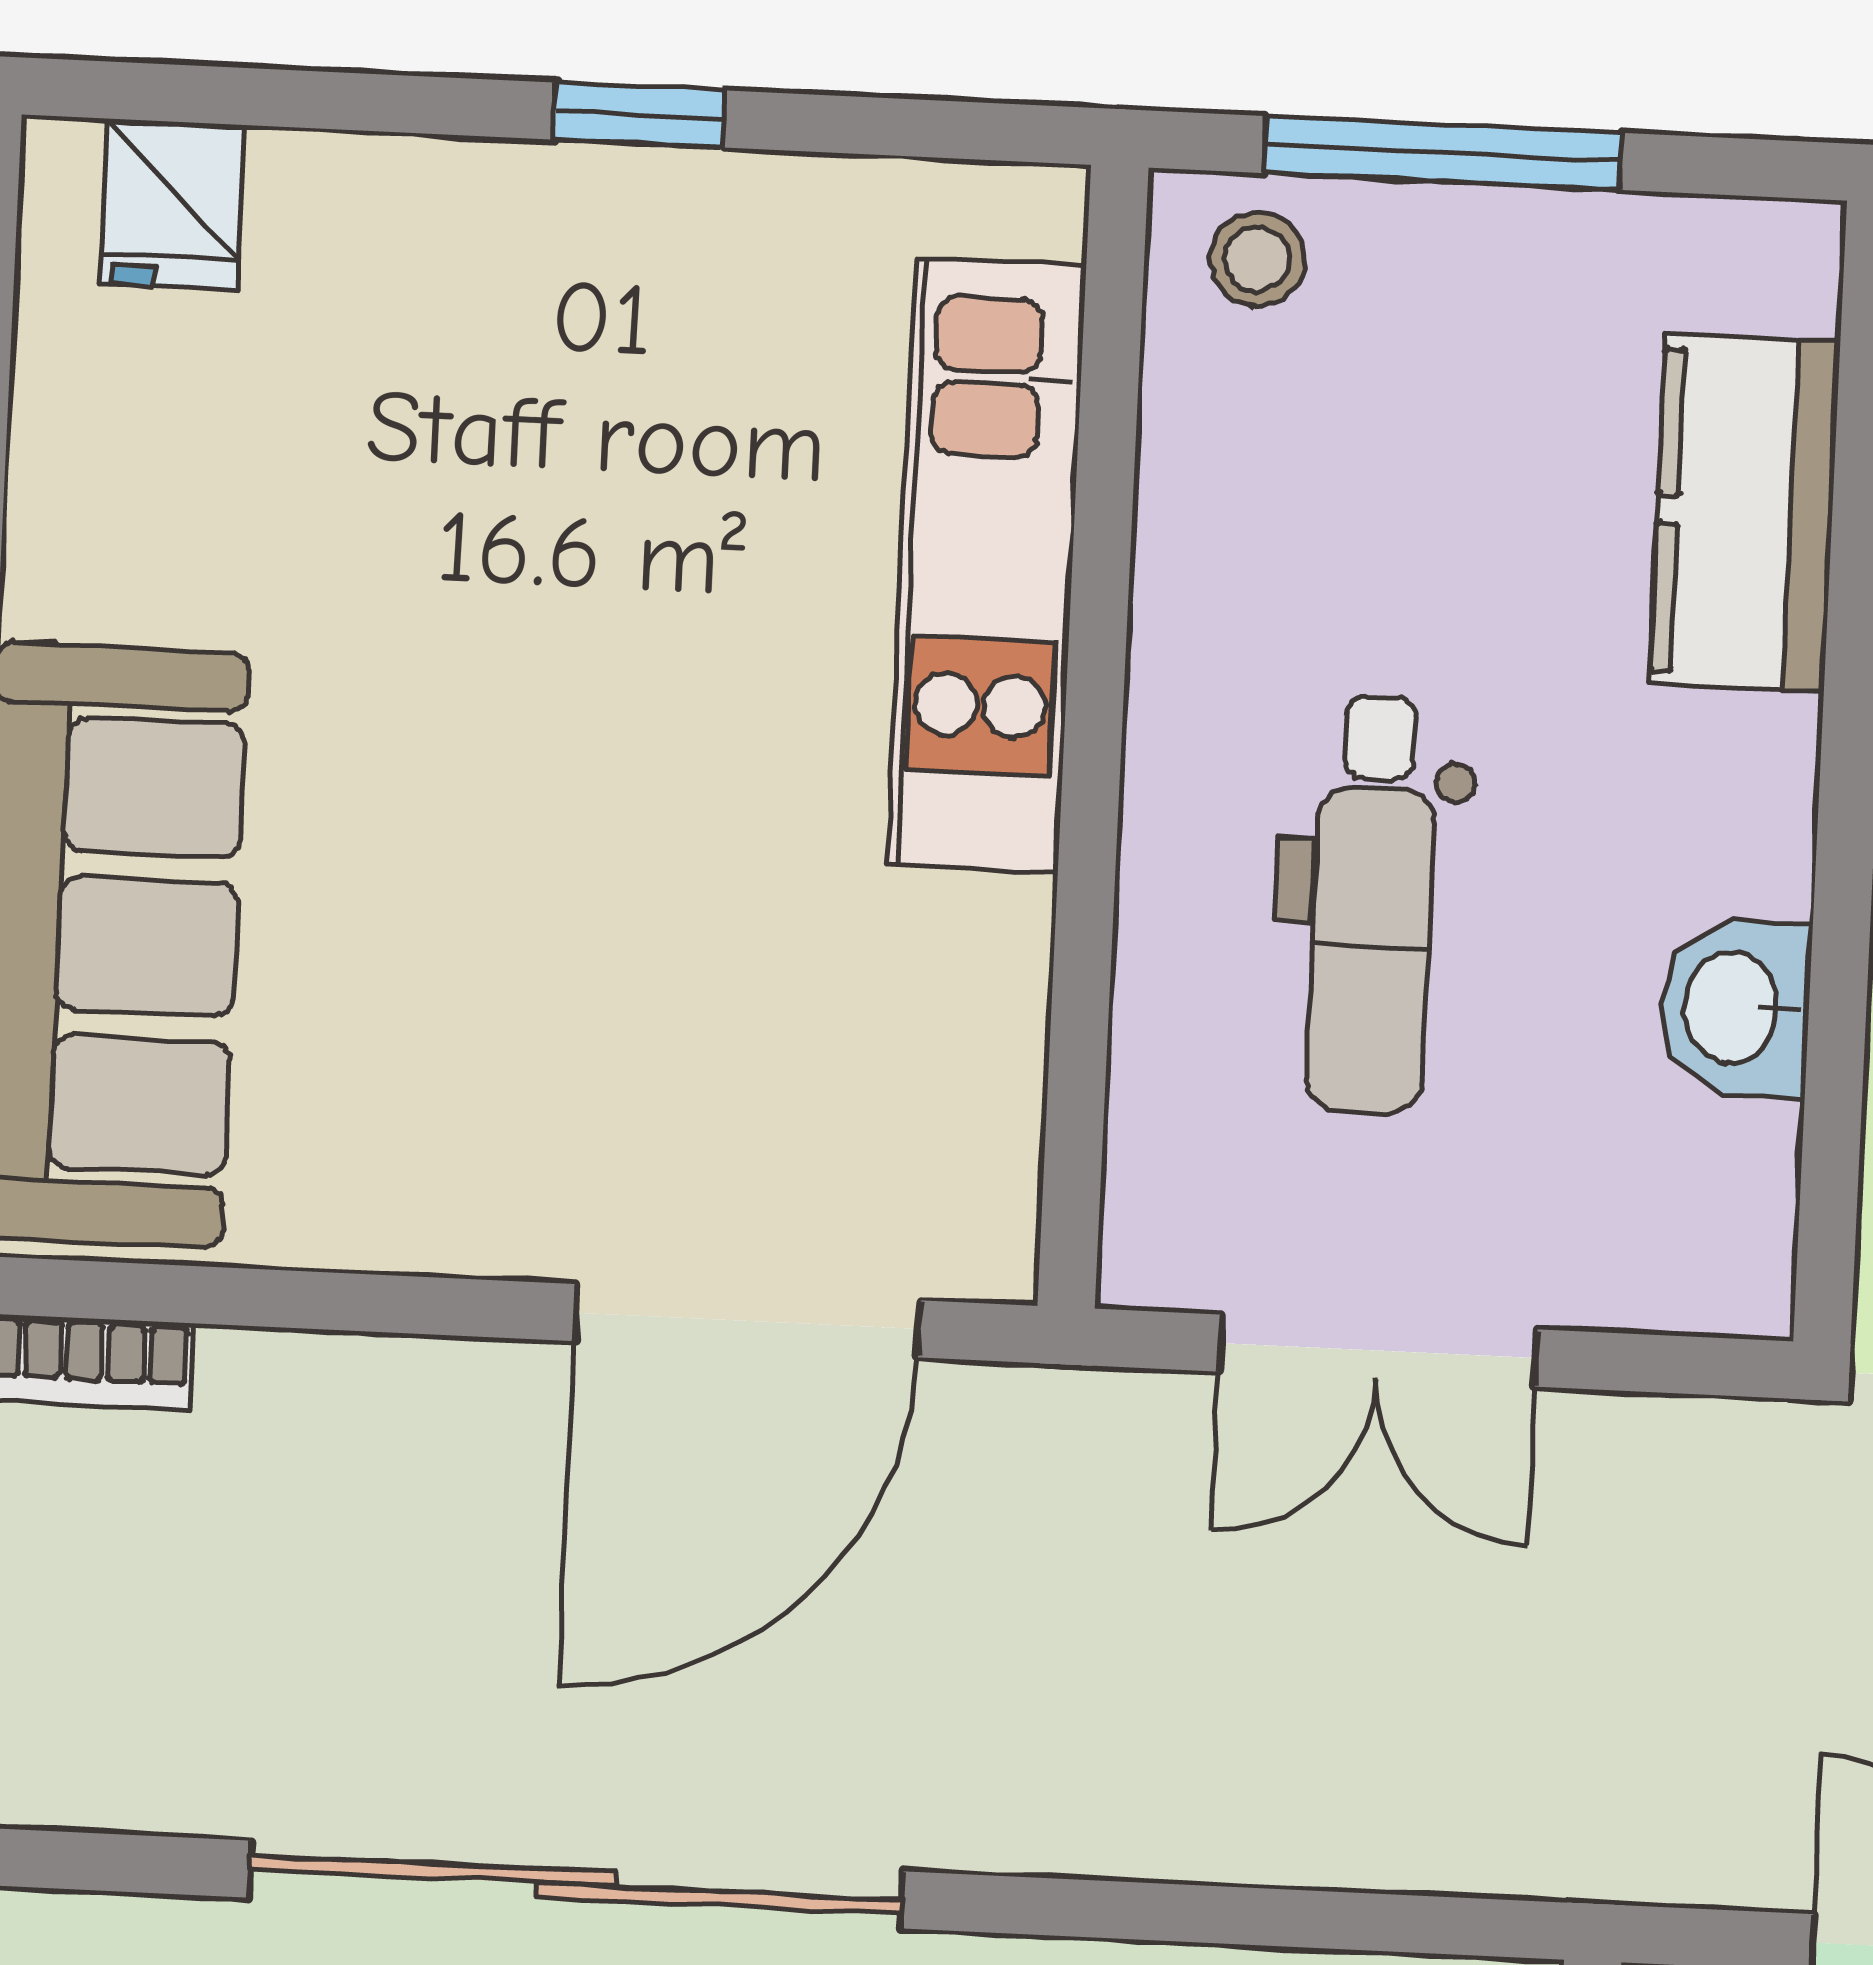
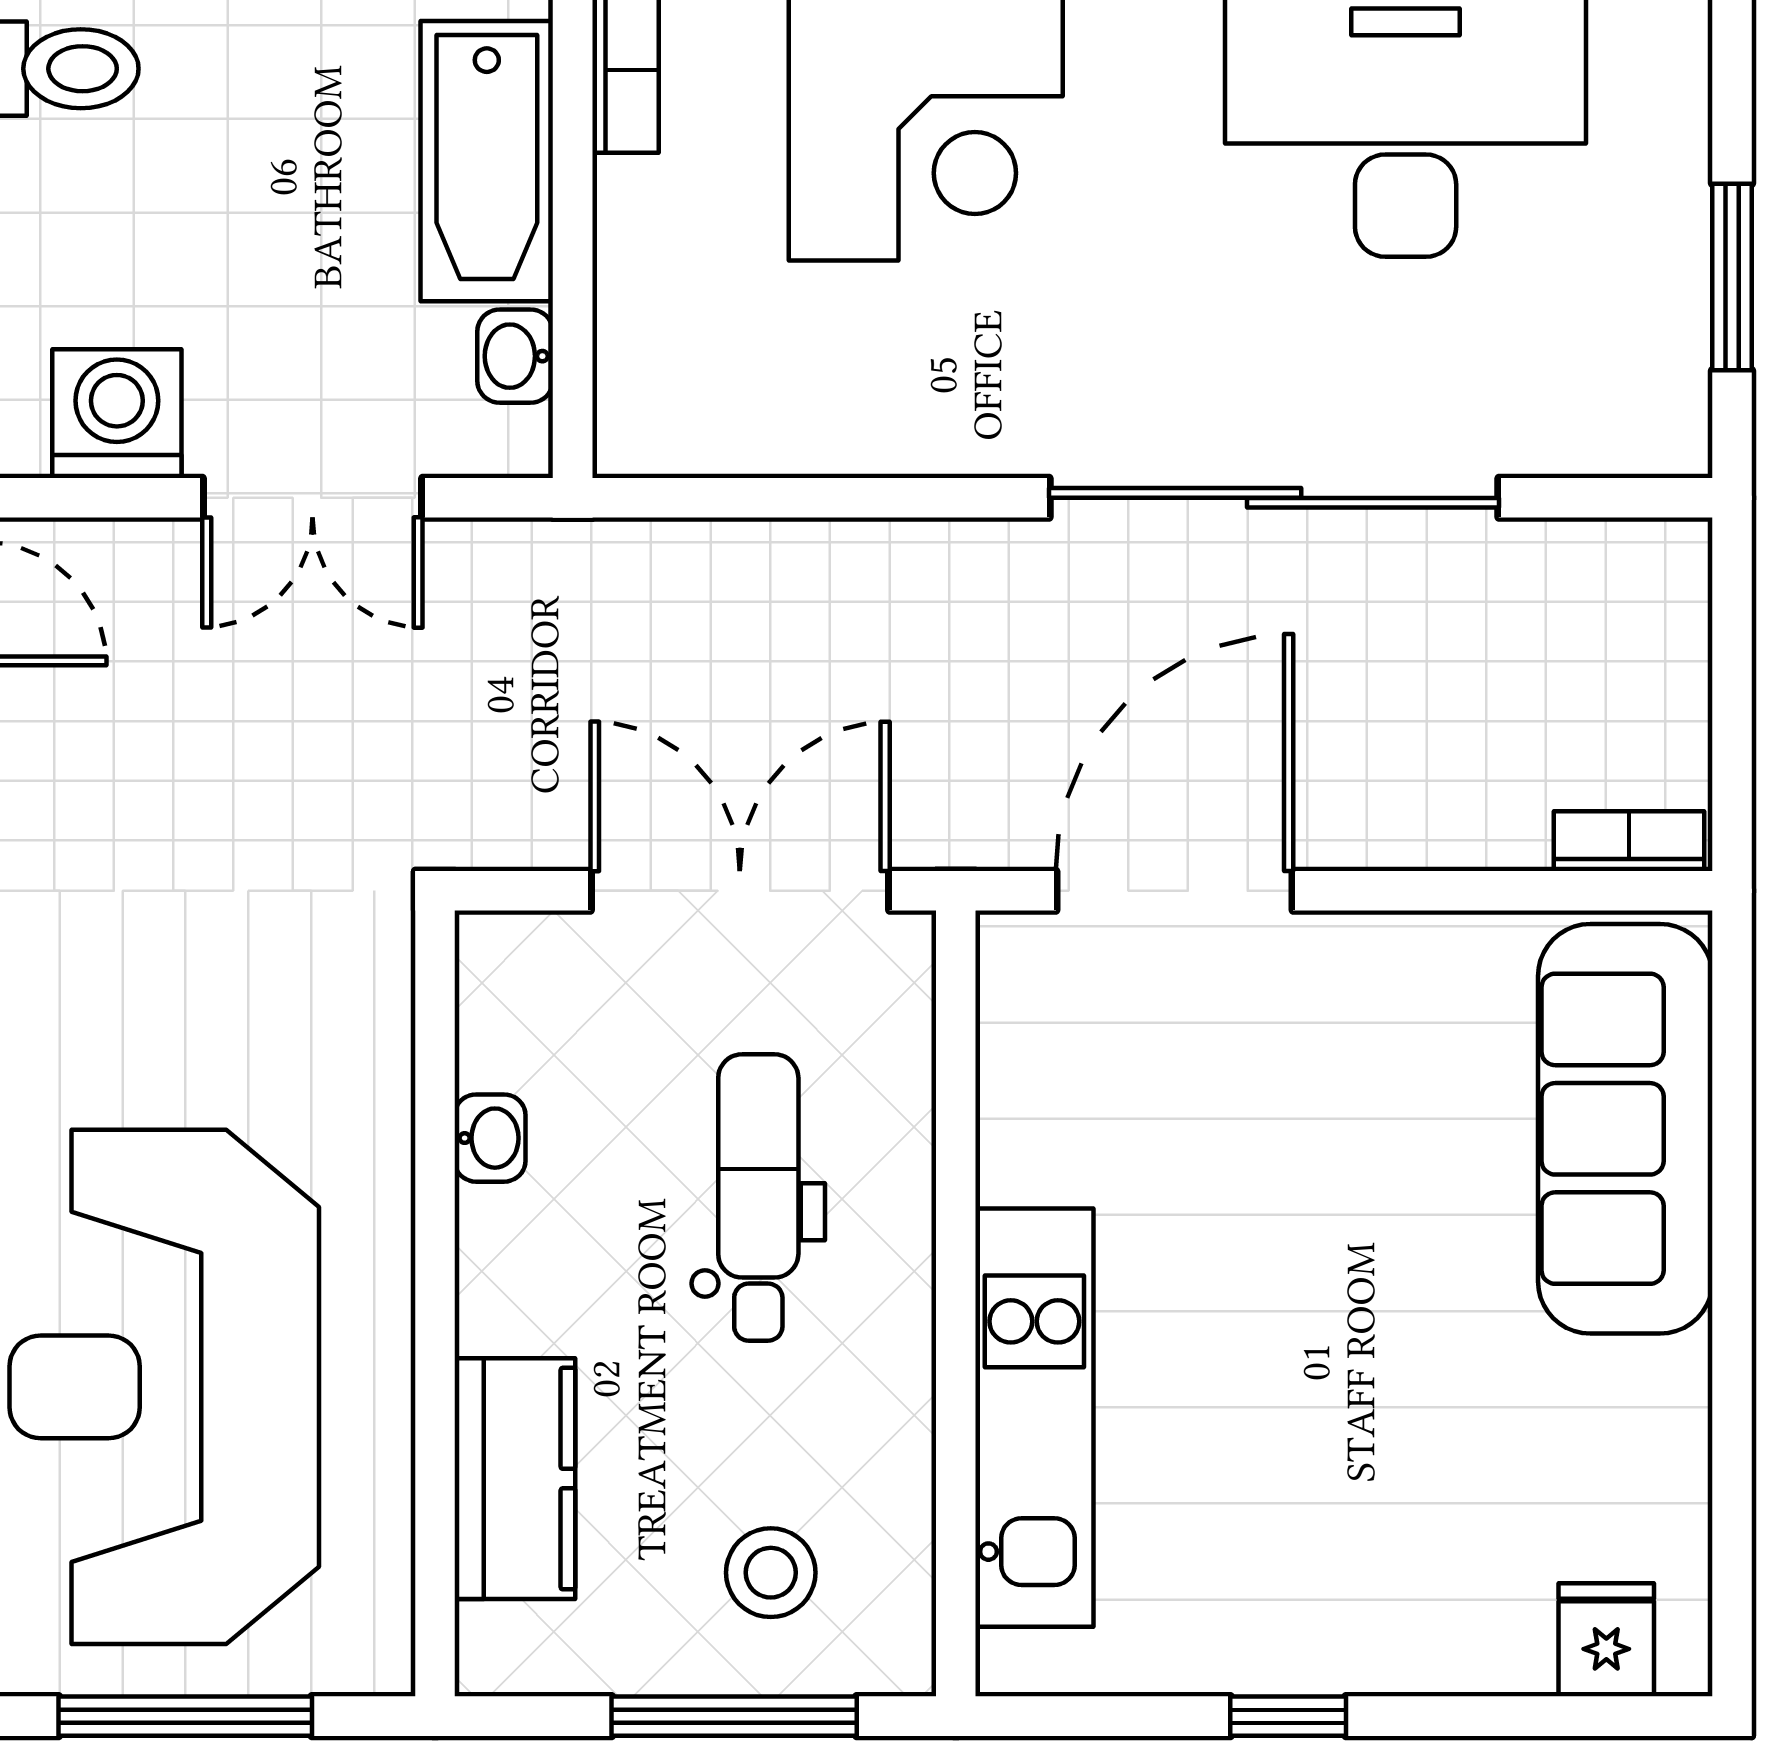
stool: (1257, 259) -> (771, 1573), moved, width x1.37, depth x1.37
washbasin: (1735, 1008) -> (490, 1138), width x0.72, depth x0.69
double door: (1378, 1351) -> (740, 891), width x1.37

